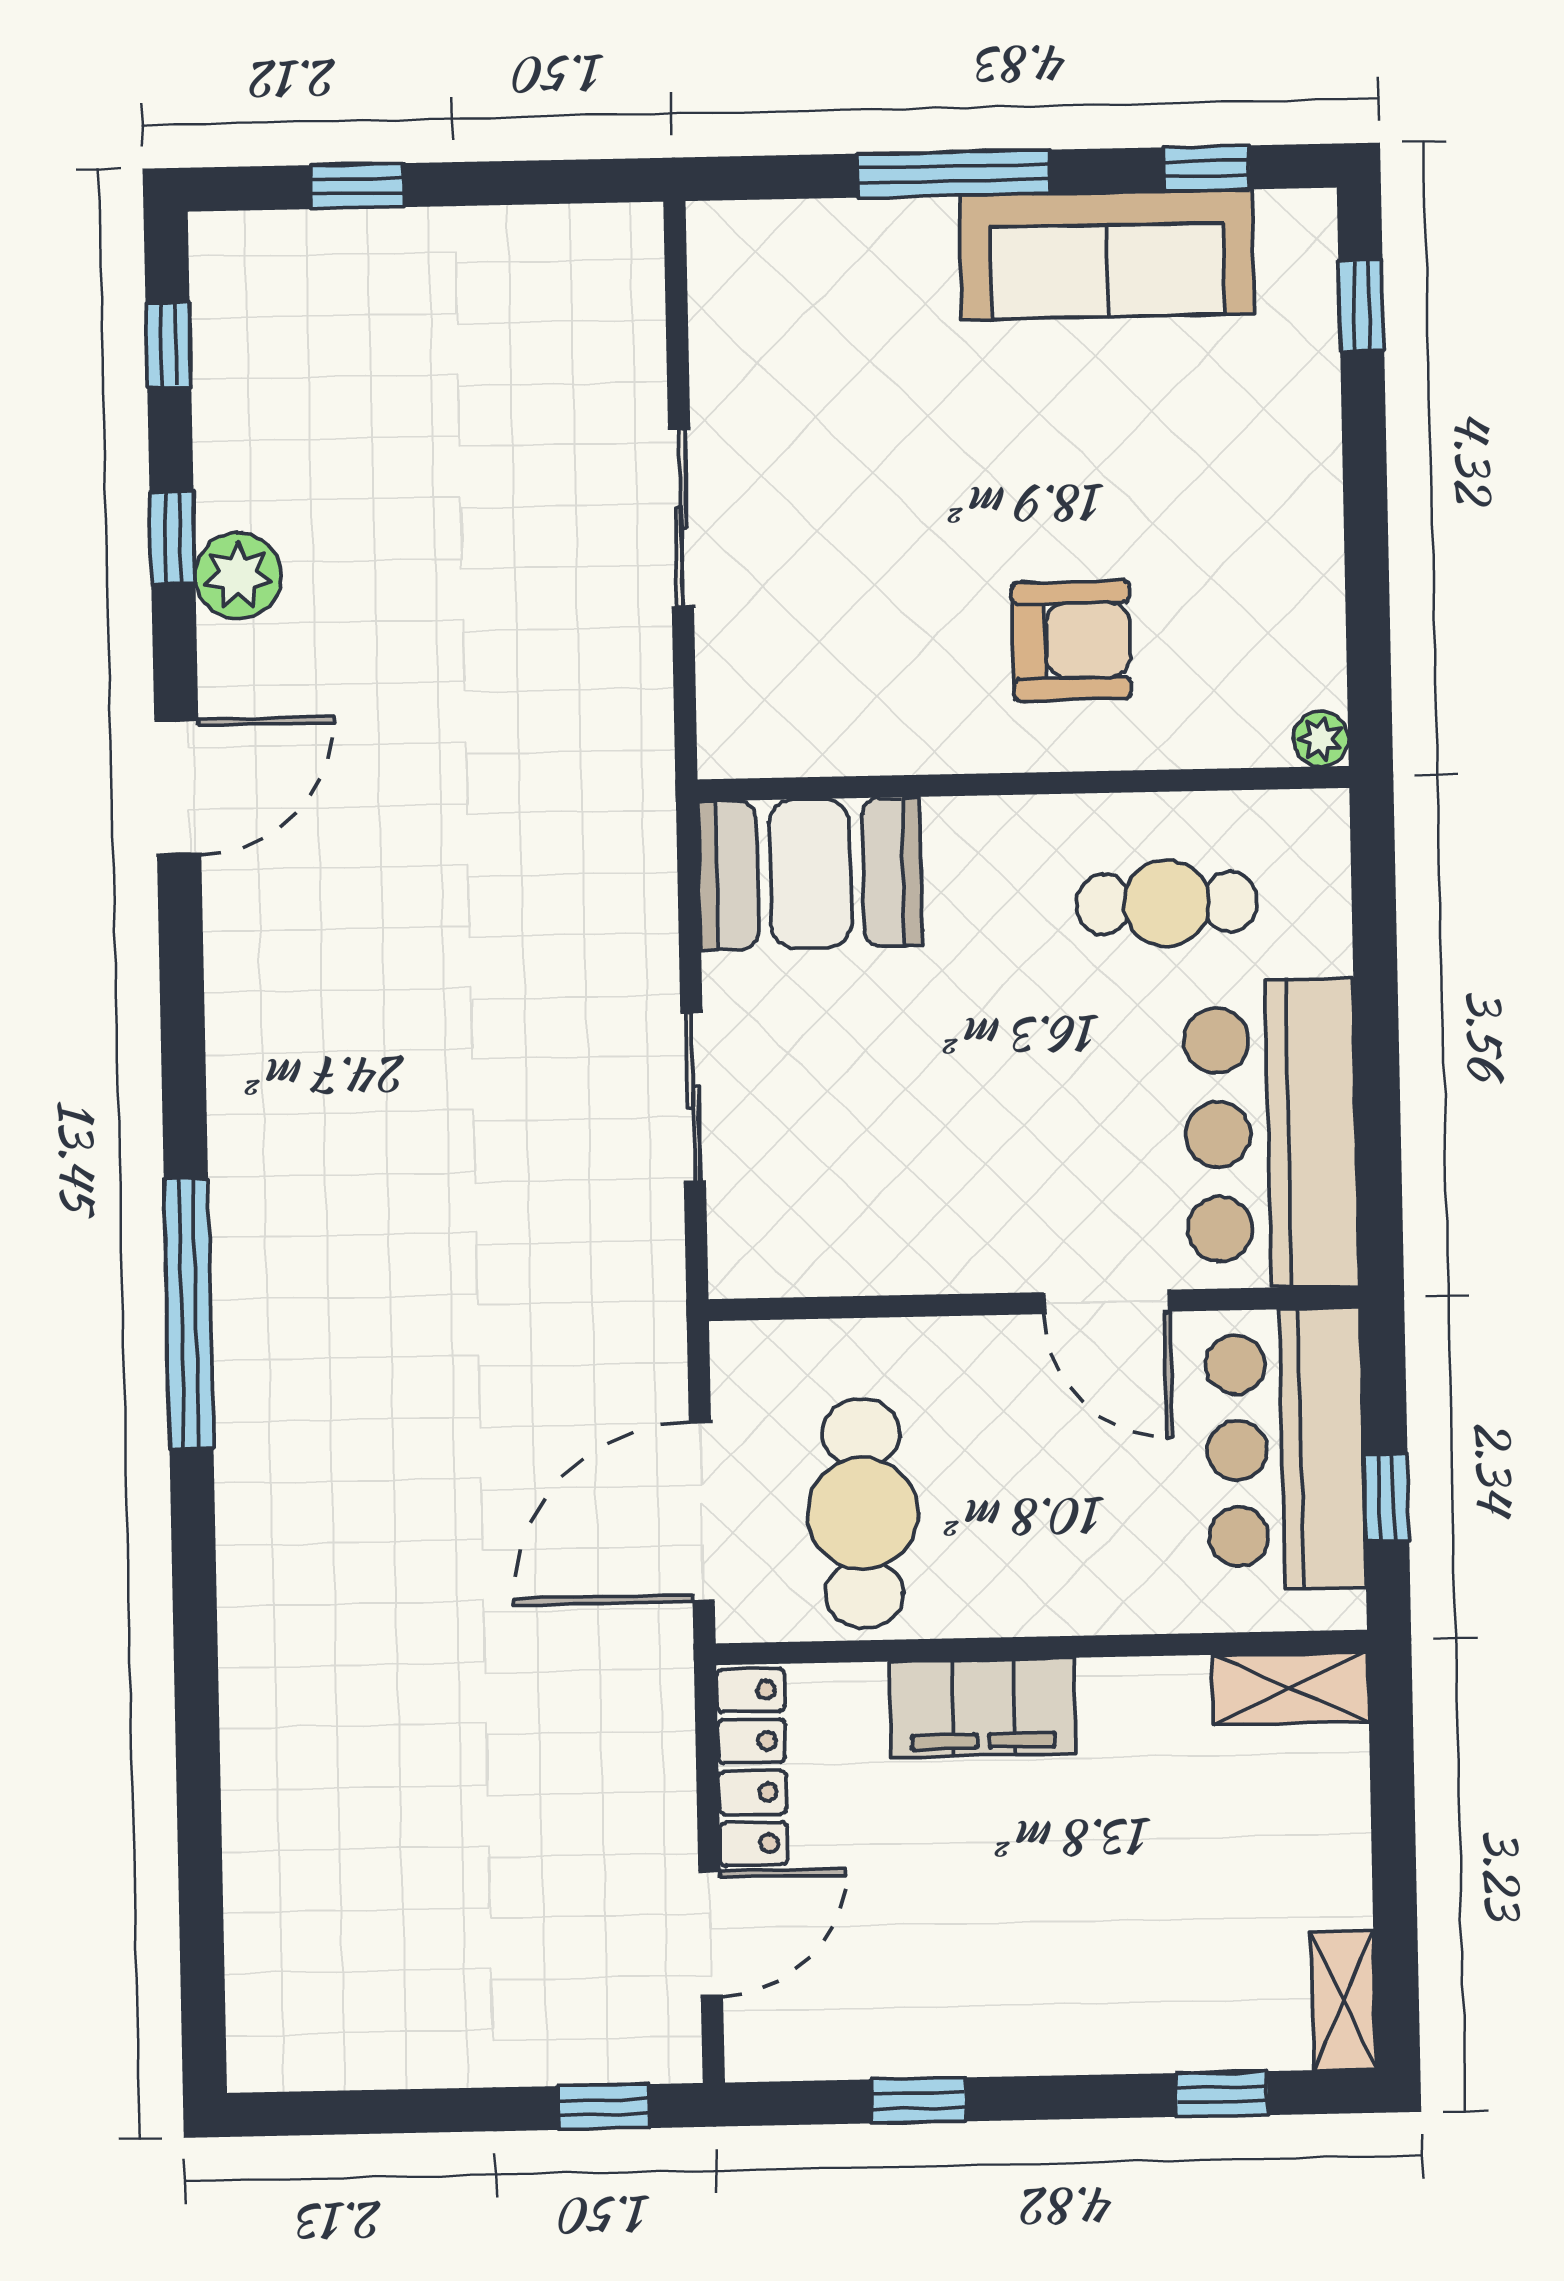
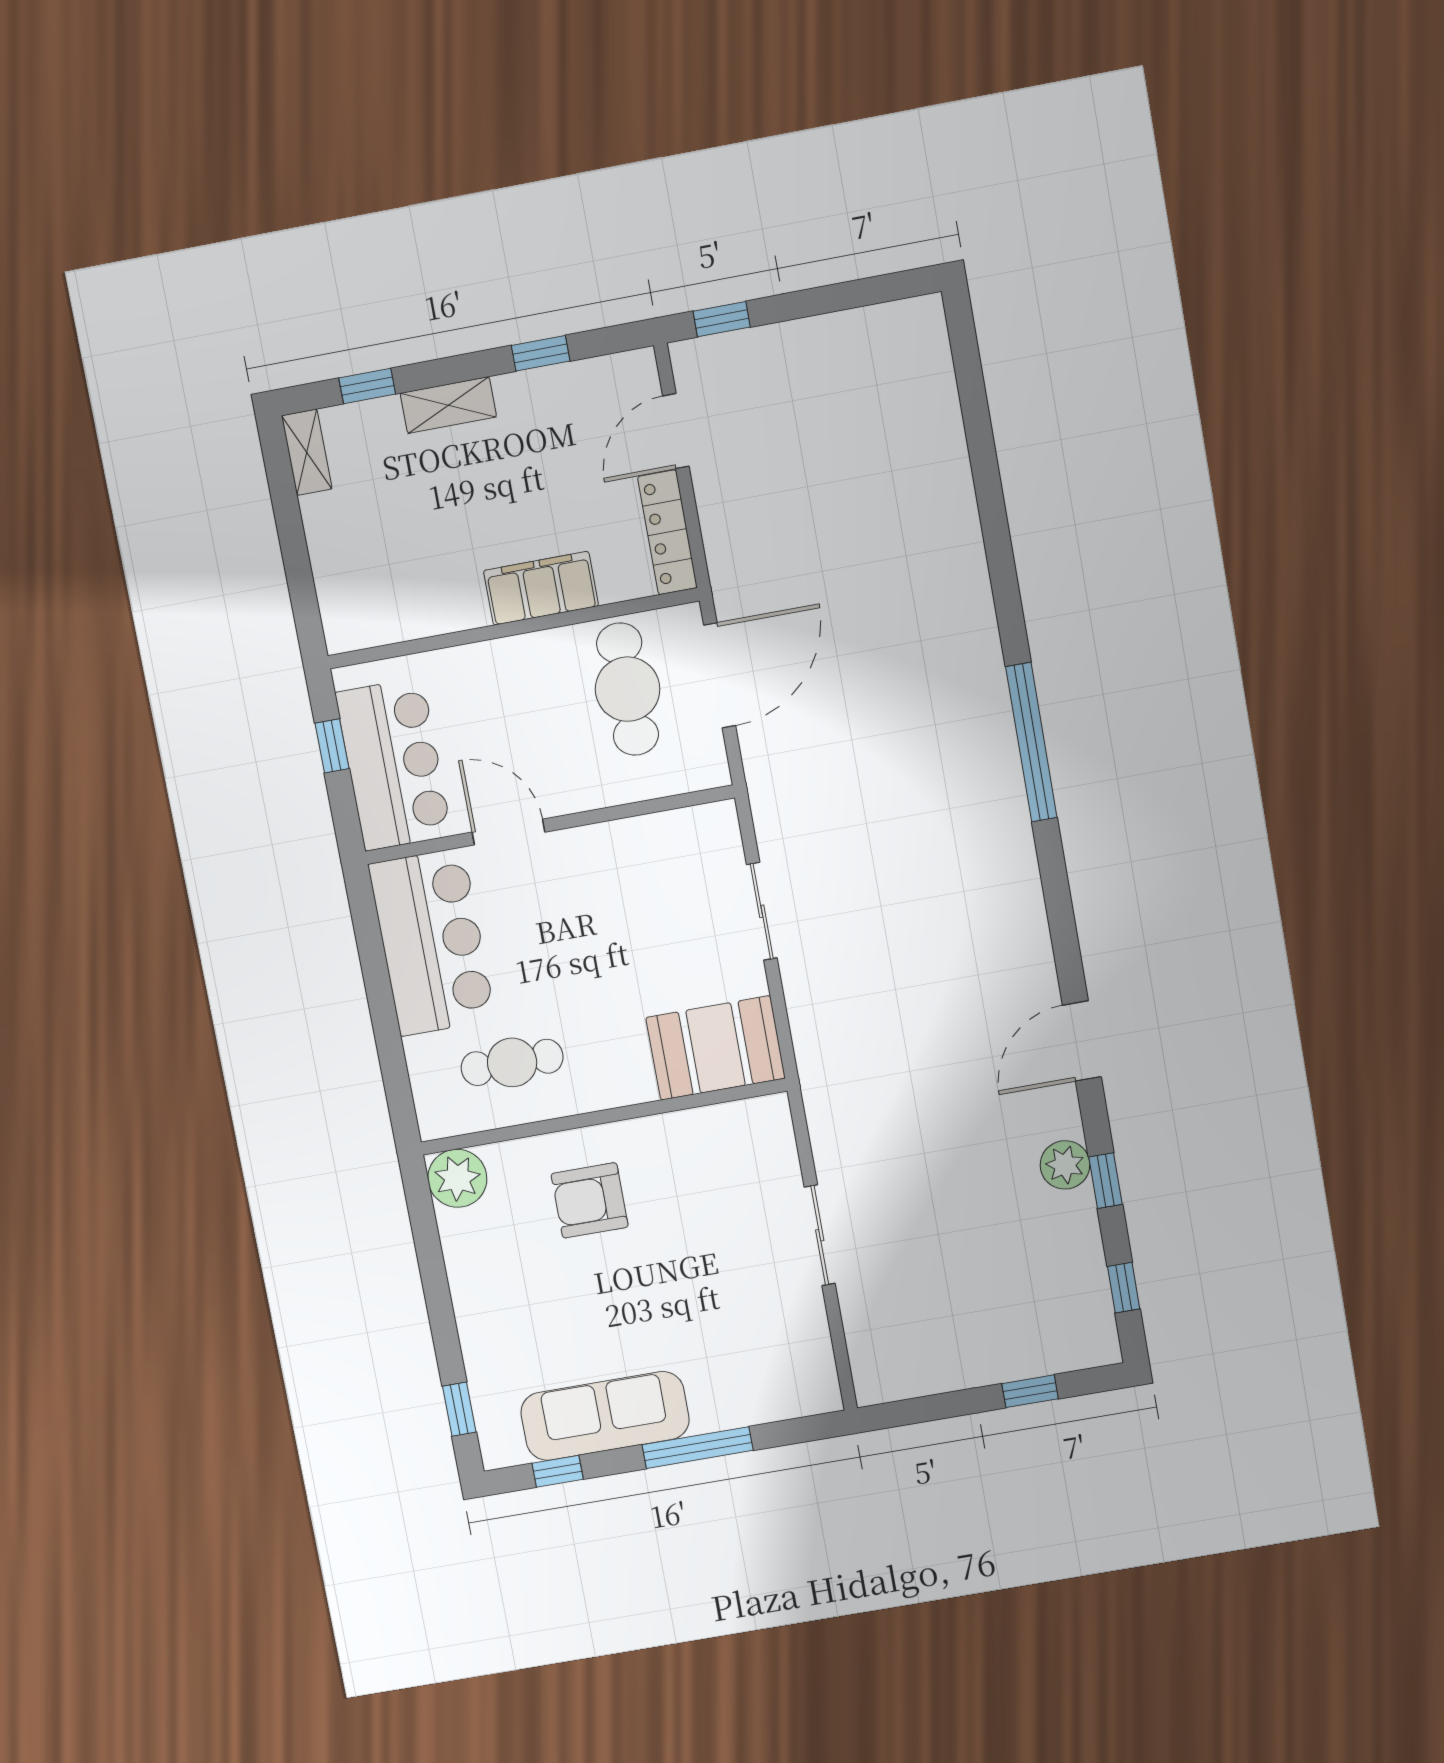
plant: (1321, 739) -> (457, 1178), width x1.88, depth x1.88
shelving: (1290, 1688) -> (448, 405), moved

